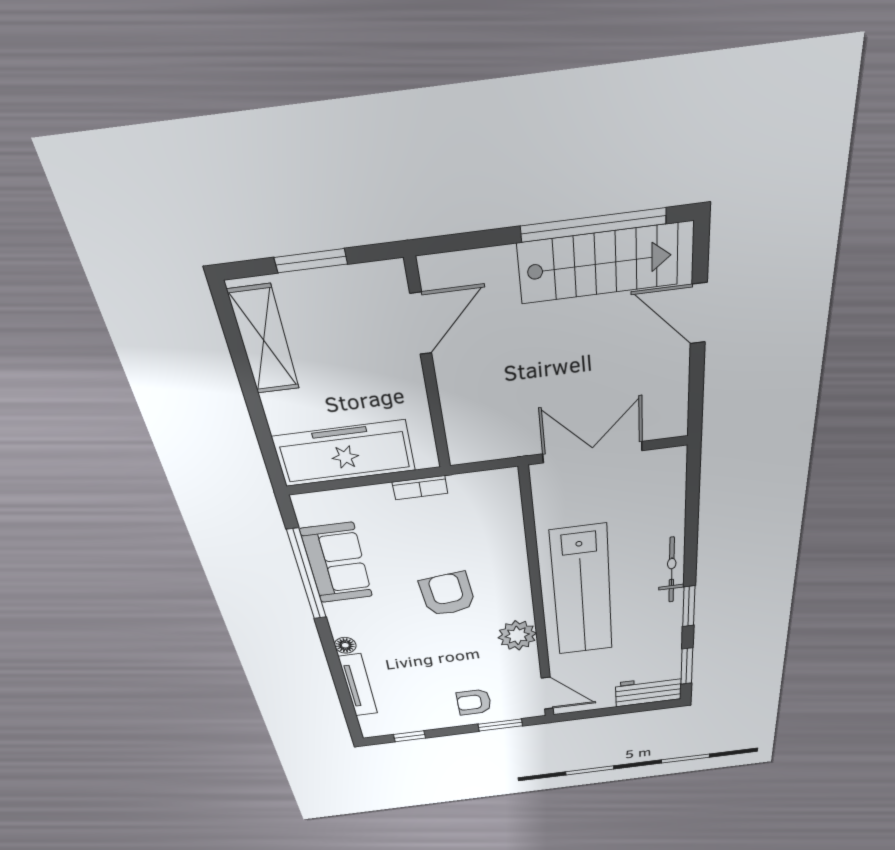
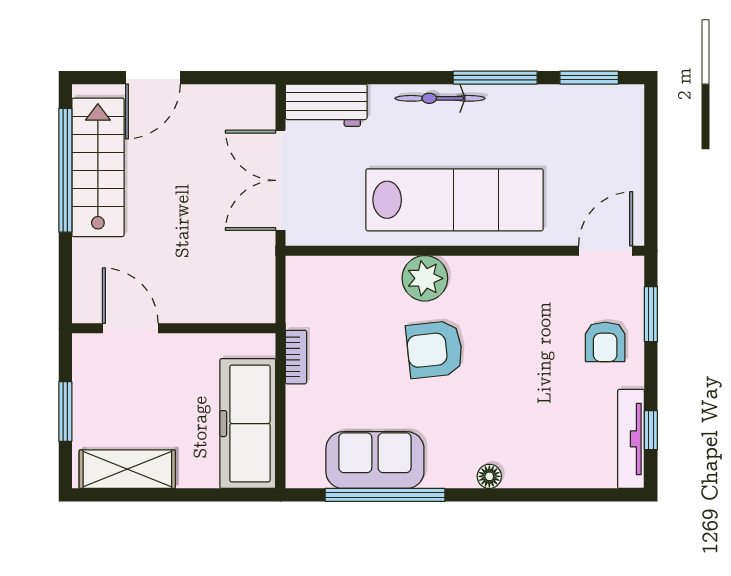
window: (689, 606) -> (495, 78), width x1.44
plant: (517, 635) -> (425, 278), moved
tv unit: (358, 685) -> (631, 439), moved, turned -90
workbench: (648, 691) -> (326, 105), moved, turned -90

